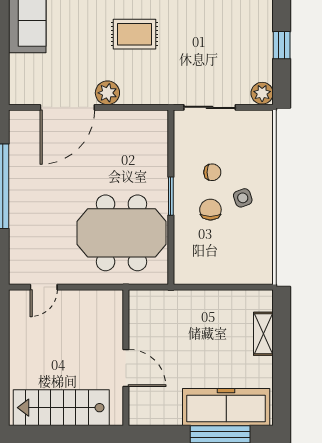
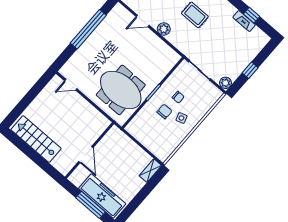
door: (67, 107) -> (143, 21), width x0.53
shelving: (263, 334) -> (150, 171), moved
wall: (126, 358) -> (89, 150), moved
door: (126, 368) -> (86, 155), moved

